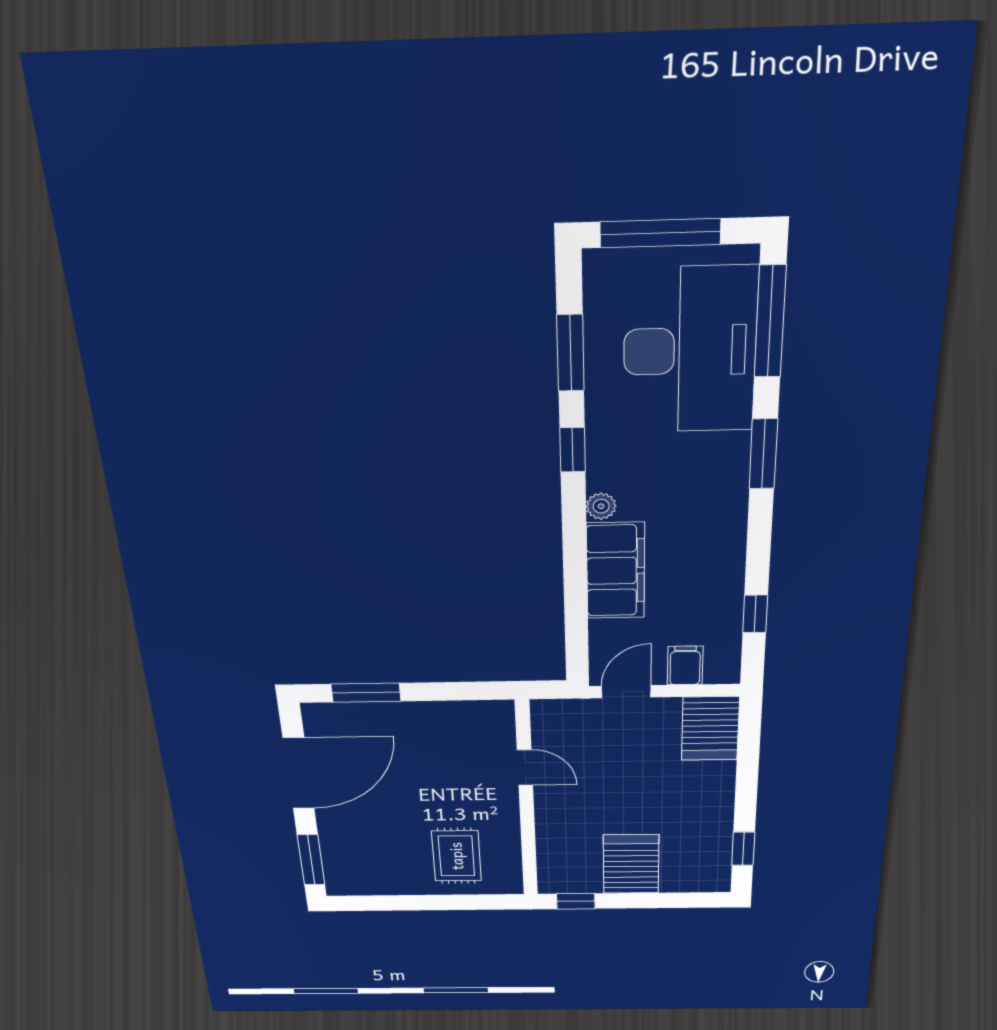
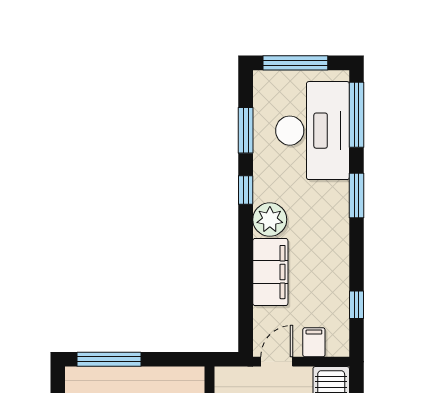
plant: (601, 506) -> (270, 220), width x1.87, depth x1.87
window: (366, 693) -> (109, 359), width x1.44

